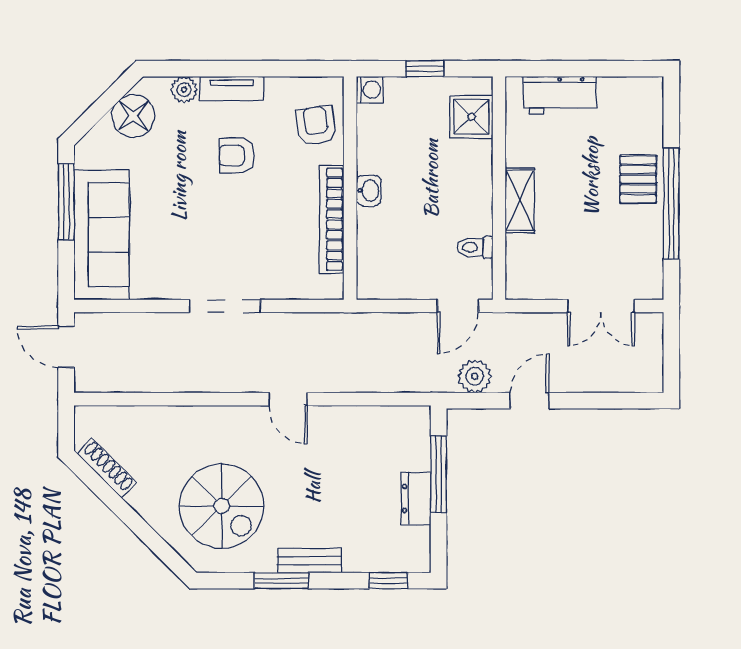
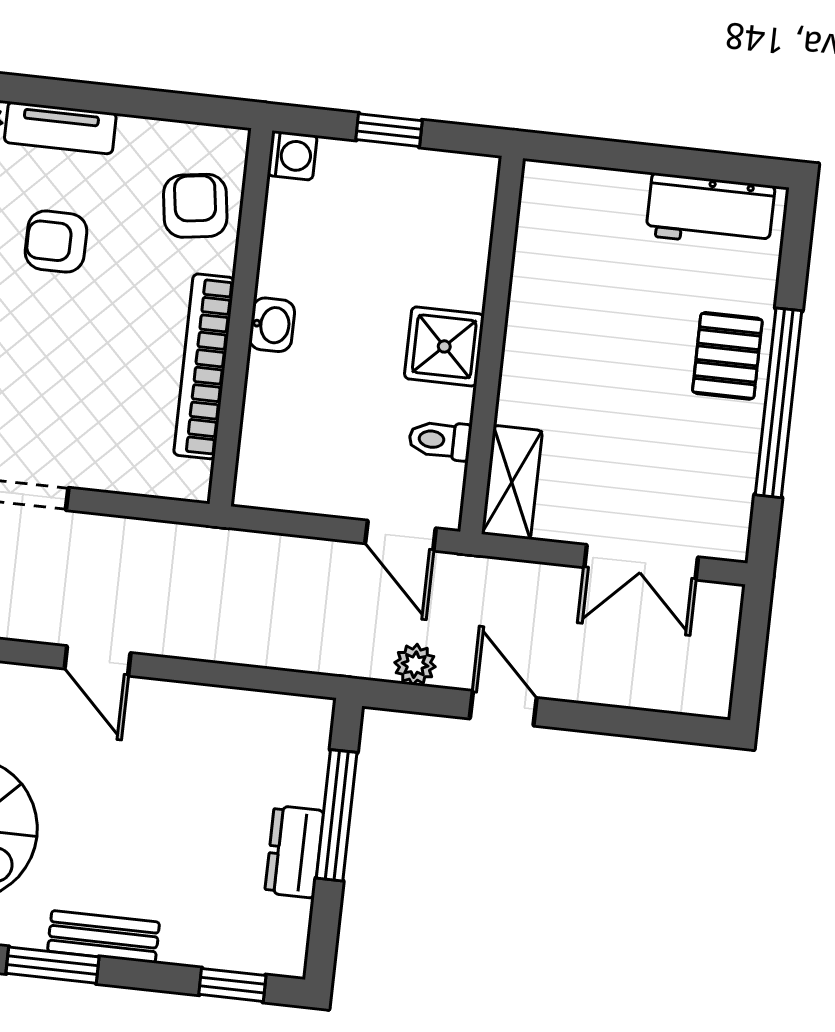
workbench: (560, 95) -> (710, 211), moved
shower: (471, 117) -> (444, 346), moved
shelving: (520, 200) -> (512, 482), moved
door: (458, 306) -> (400, 536), hinge flipped
plant: (475, 376) -> (415, 665), width x0.73, depth x0.73
door: (529, 401) -> (503, 708), hinge flipped

